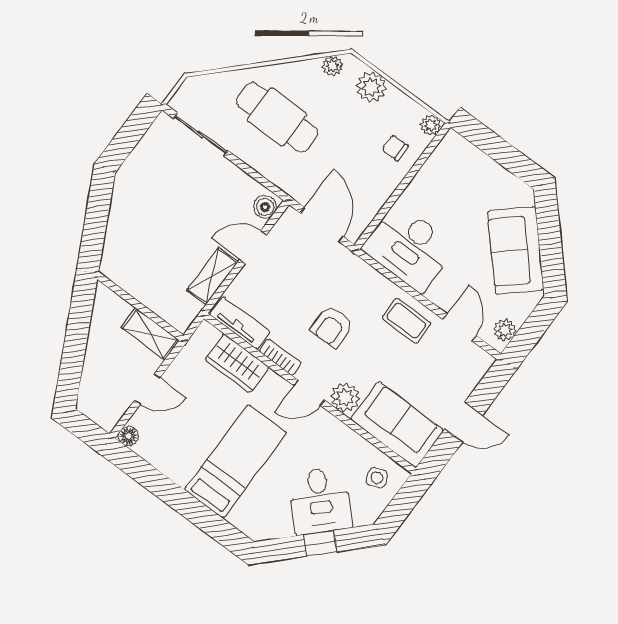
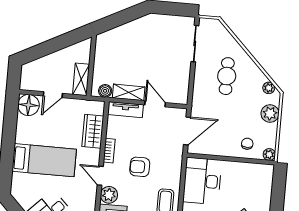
cafe table: (277, 117) -> (227, 76), width x0.73, depth x0.74
boiler: (265, 207) -> (105, 91), moved
tv unit: (240, 323) -> (125, 110), moved, turned 90
door: (147, 389) -> (53, 95), hinge flipped
floor lamp: (128, 436) -> (28, 105), width x1.89, depth x1.89

